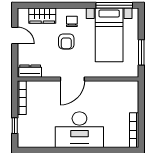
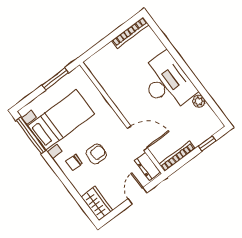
wardrobe: (42, 16) -> (97, 204), moved
door: (15, 35) -> (137, 196), moved
door: (72, 79) -> (137, 138), moved
plant: (49, 142) -> (199, 101), added

